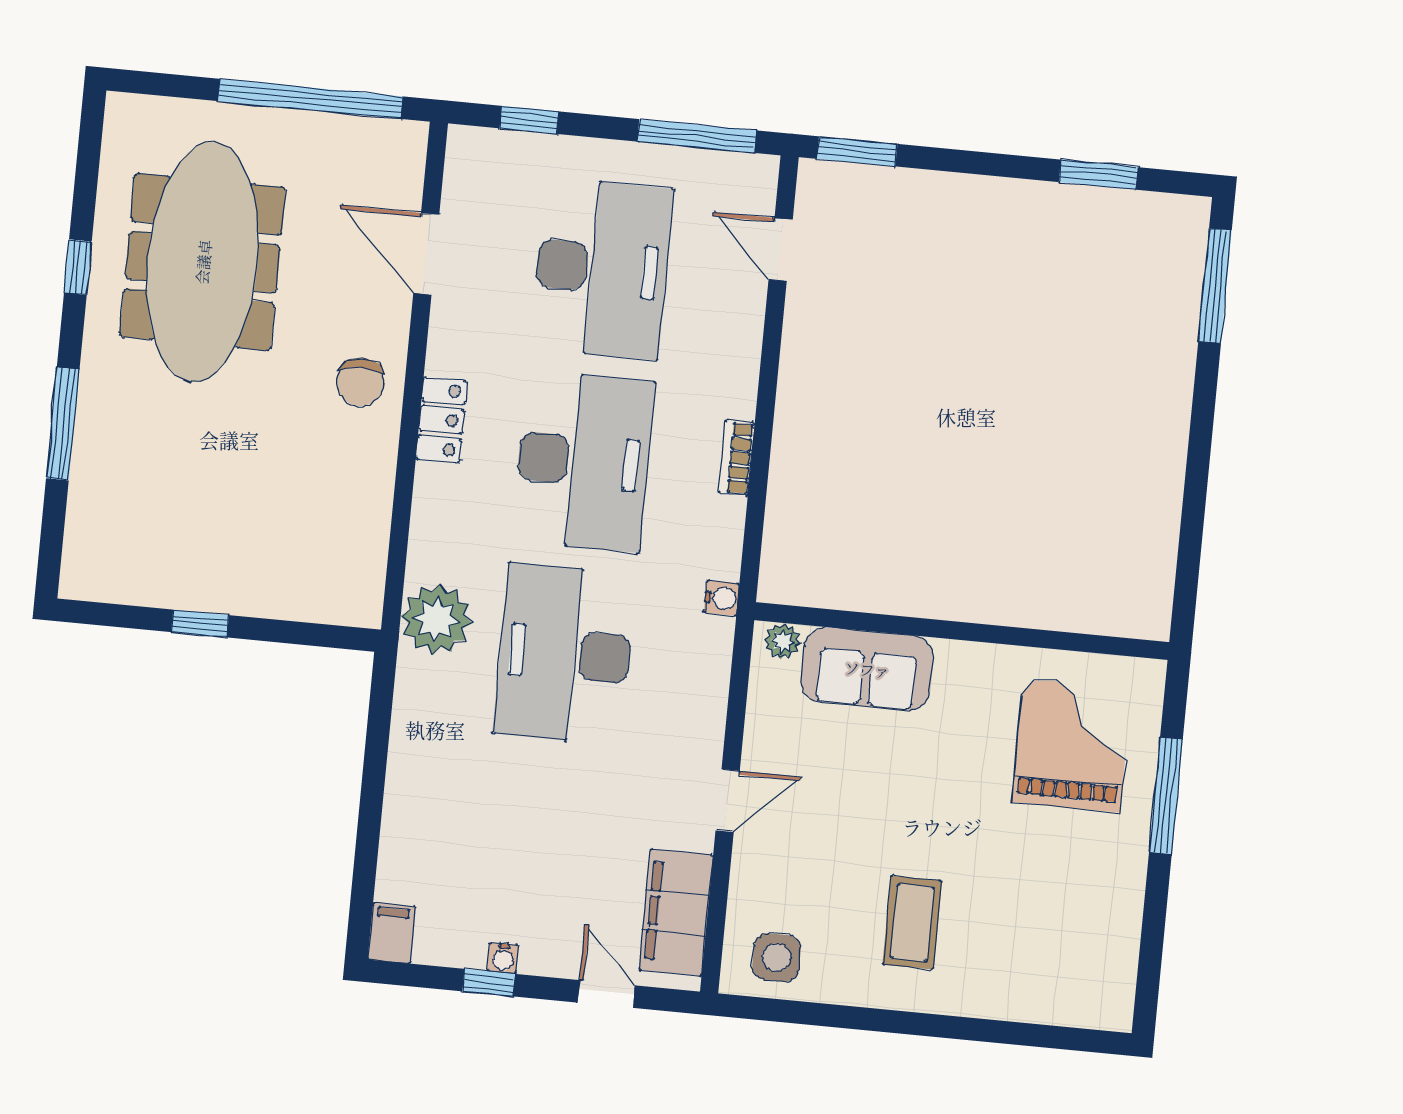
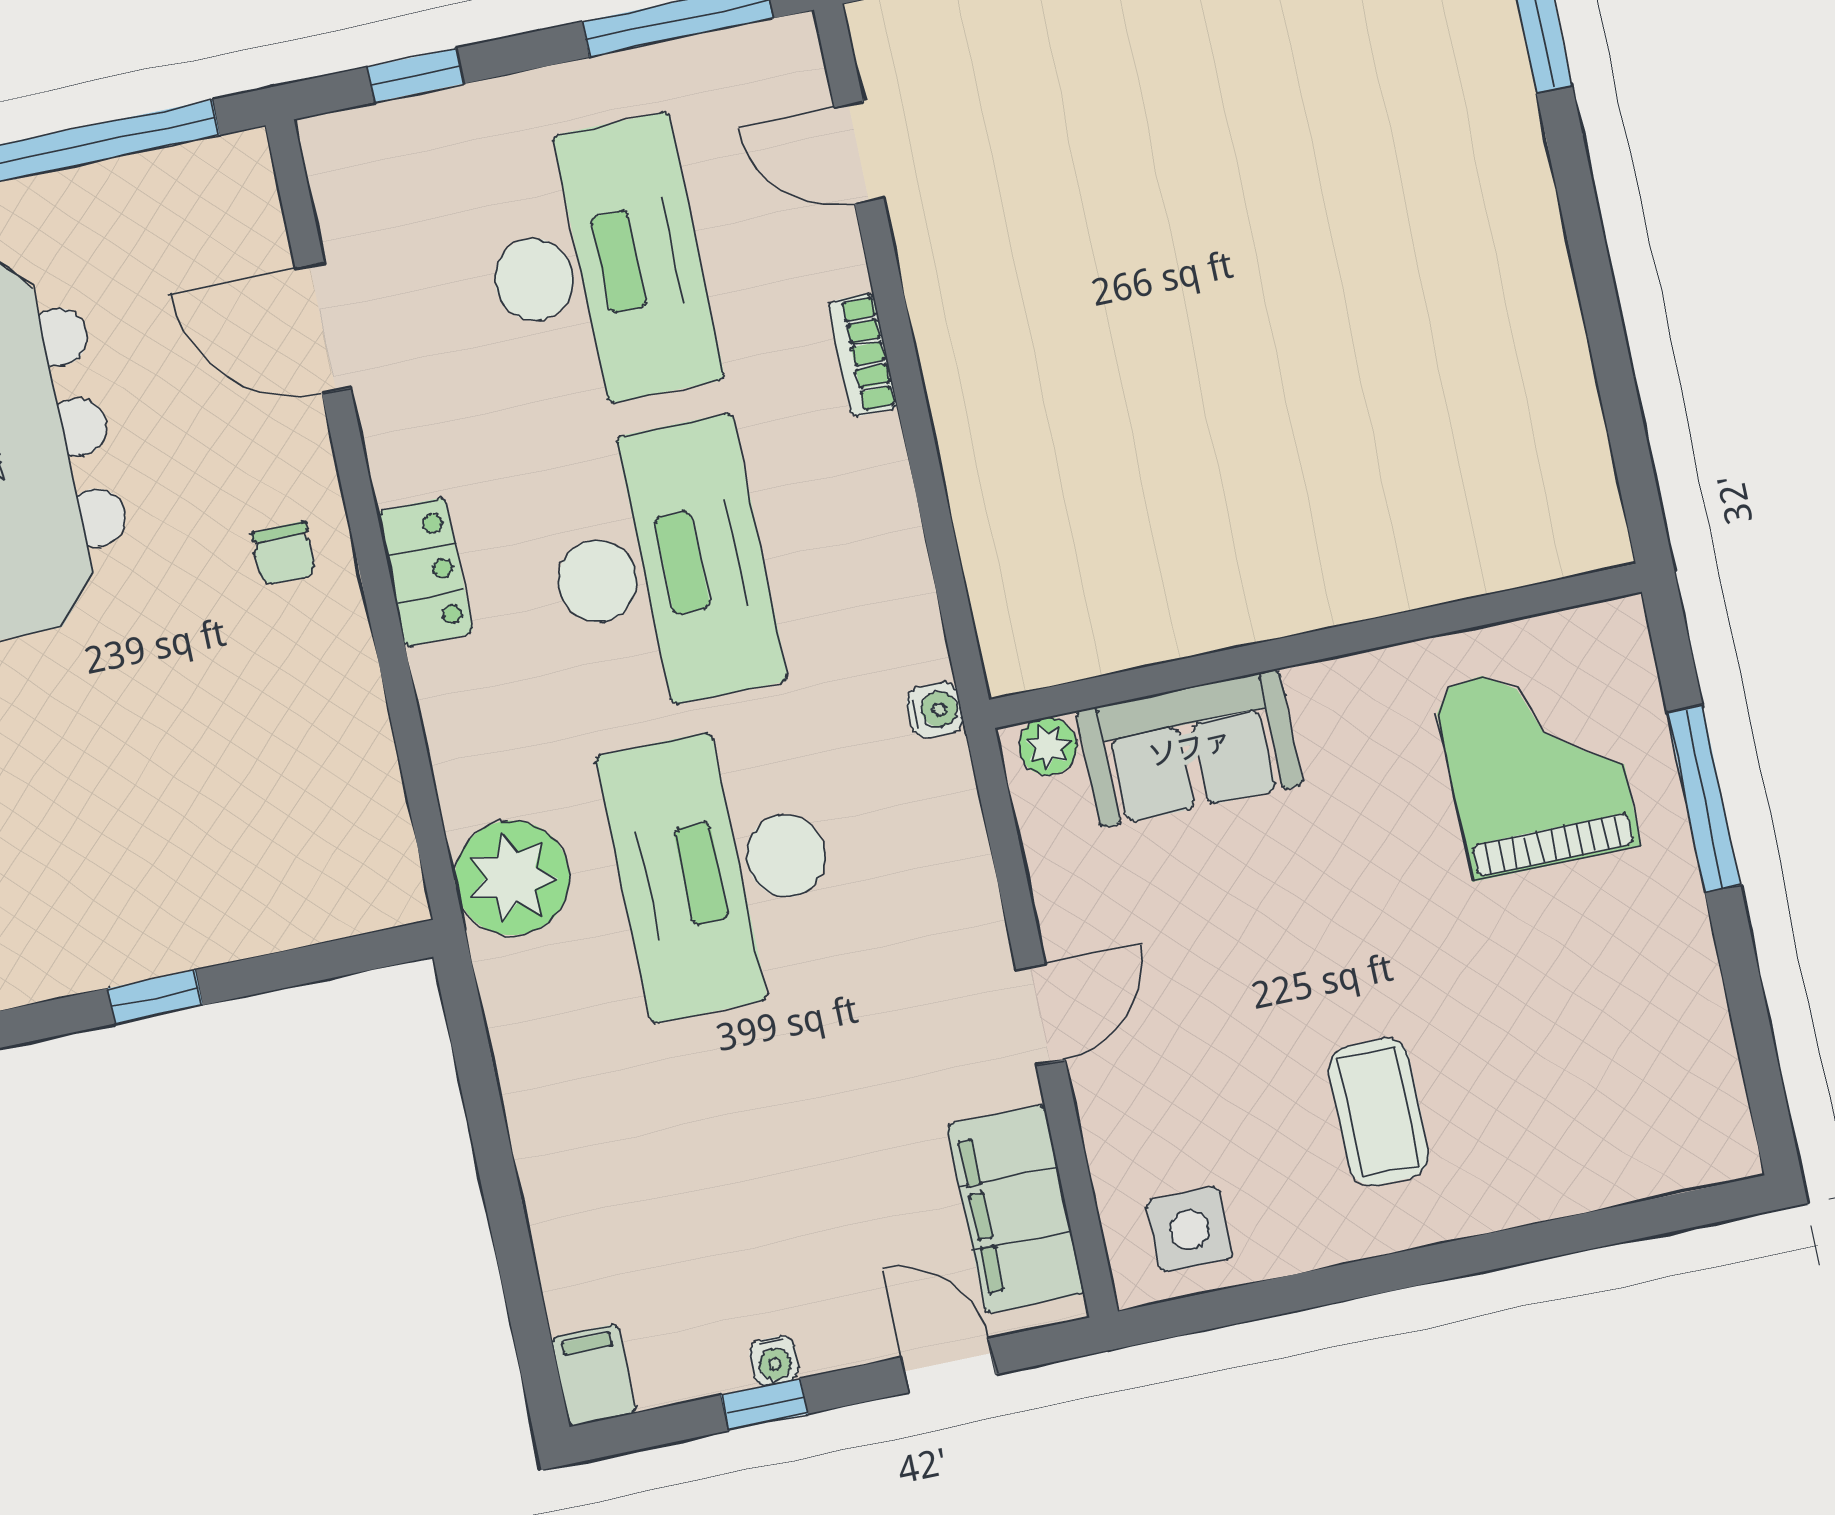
chair: (360, 382) -> (284, 554), width x0.73, depth x0.73
bookcase: (737, 458) -> (863, 355), moved

